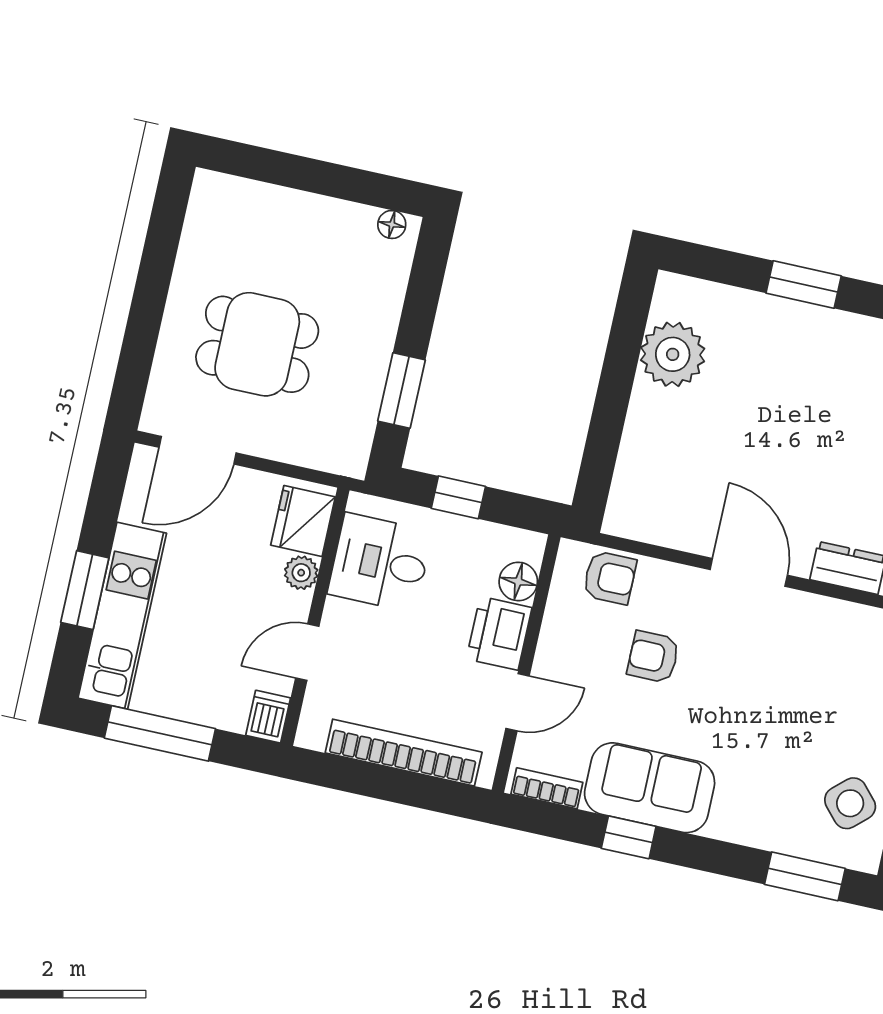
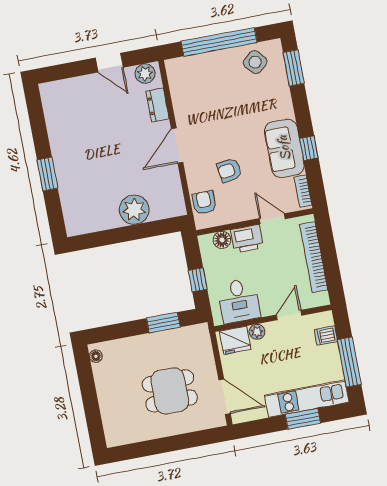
dining table: (257, 344) -> (170, 391), turned 90
plant: (673, 354) -> (134, 210), moved
door: (307, 652) -> (289, 315), swing flipped
armchair: (653, 657) -> (229, 170), turned 81
dishwasher: (268, 717) -> (326, 336), moved

